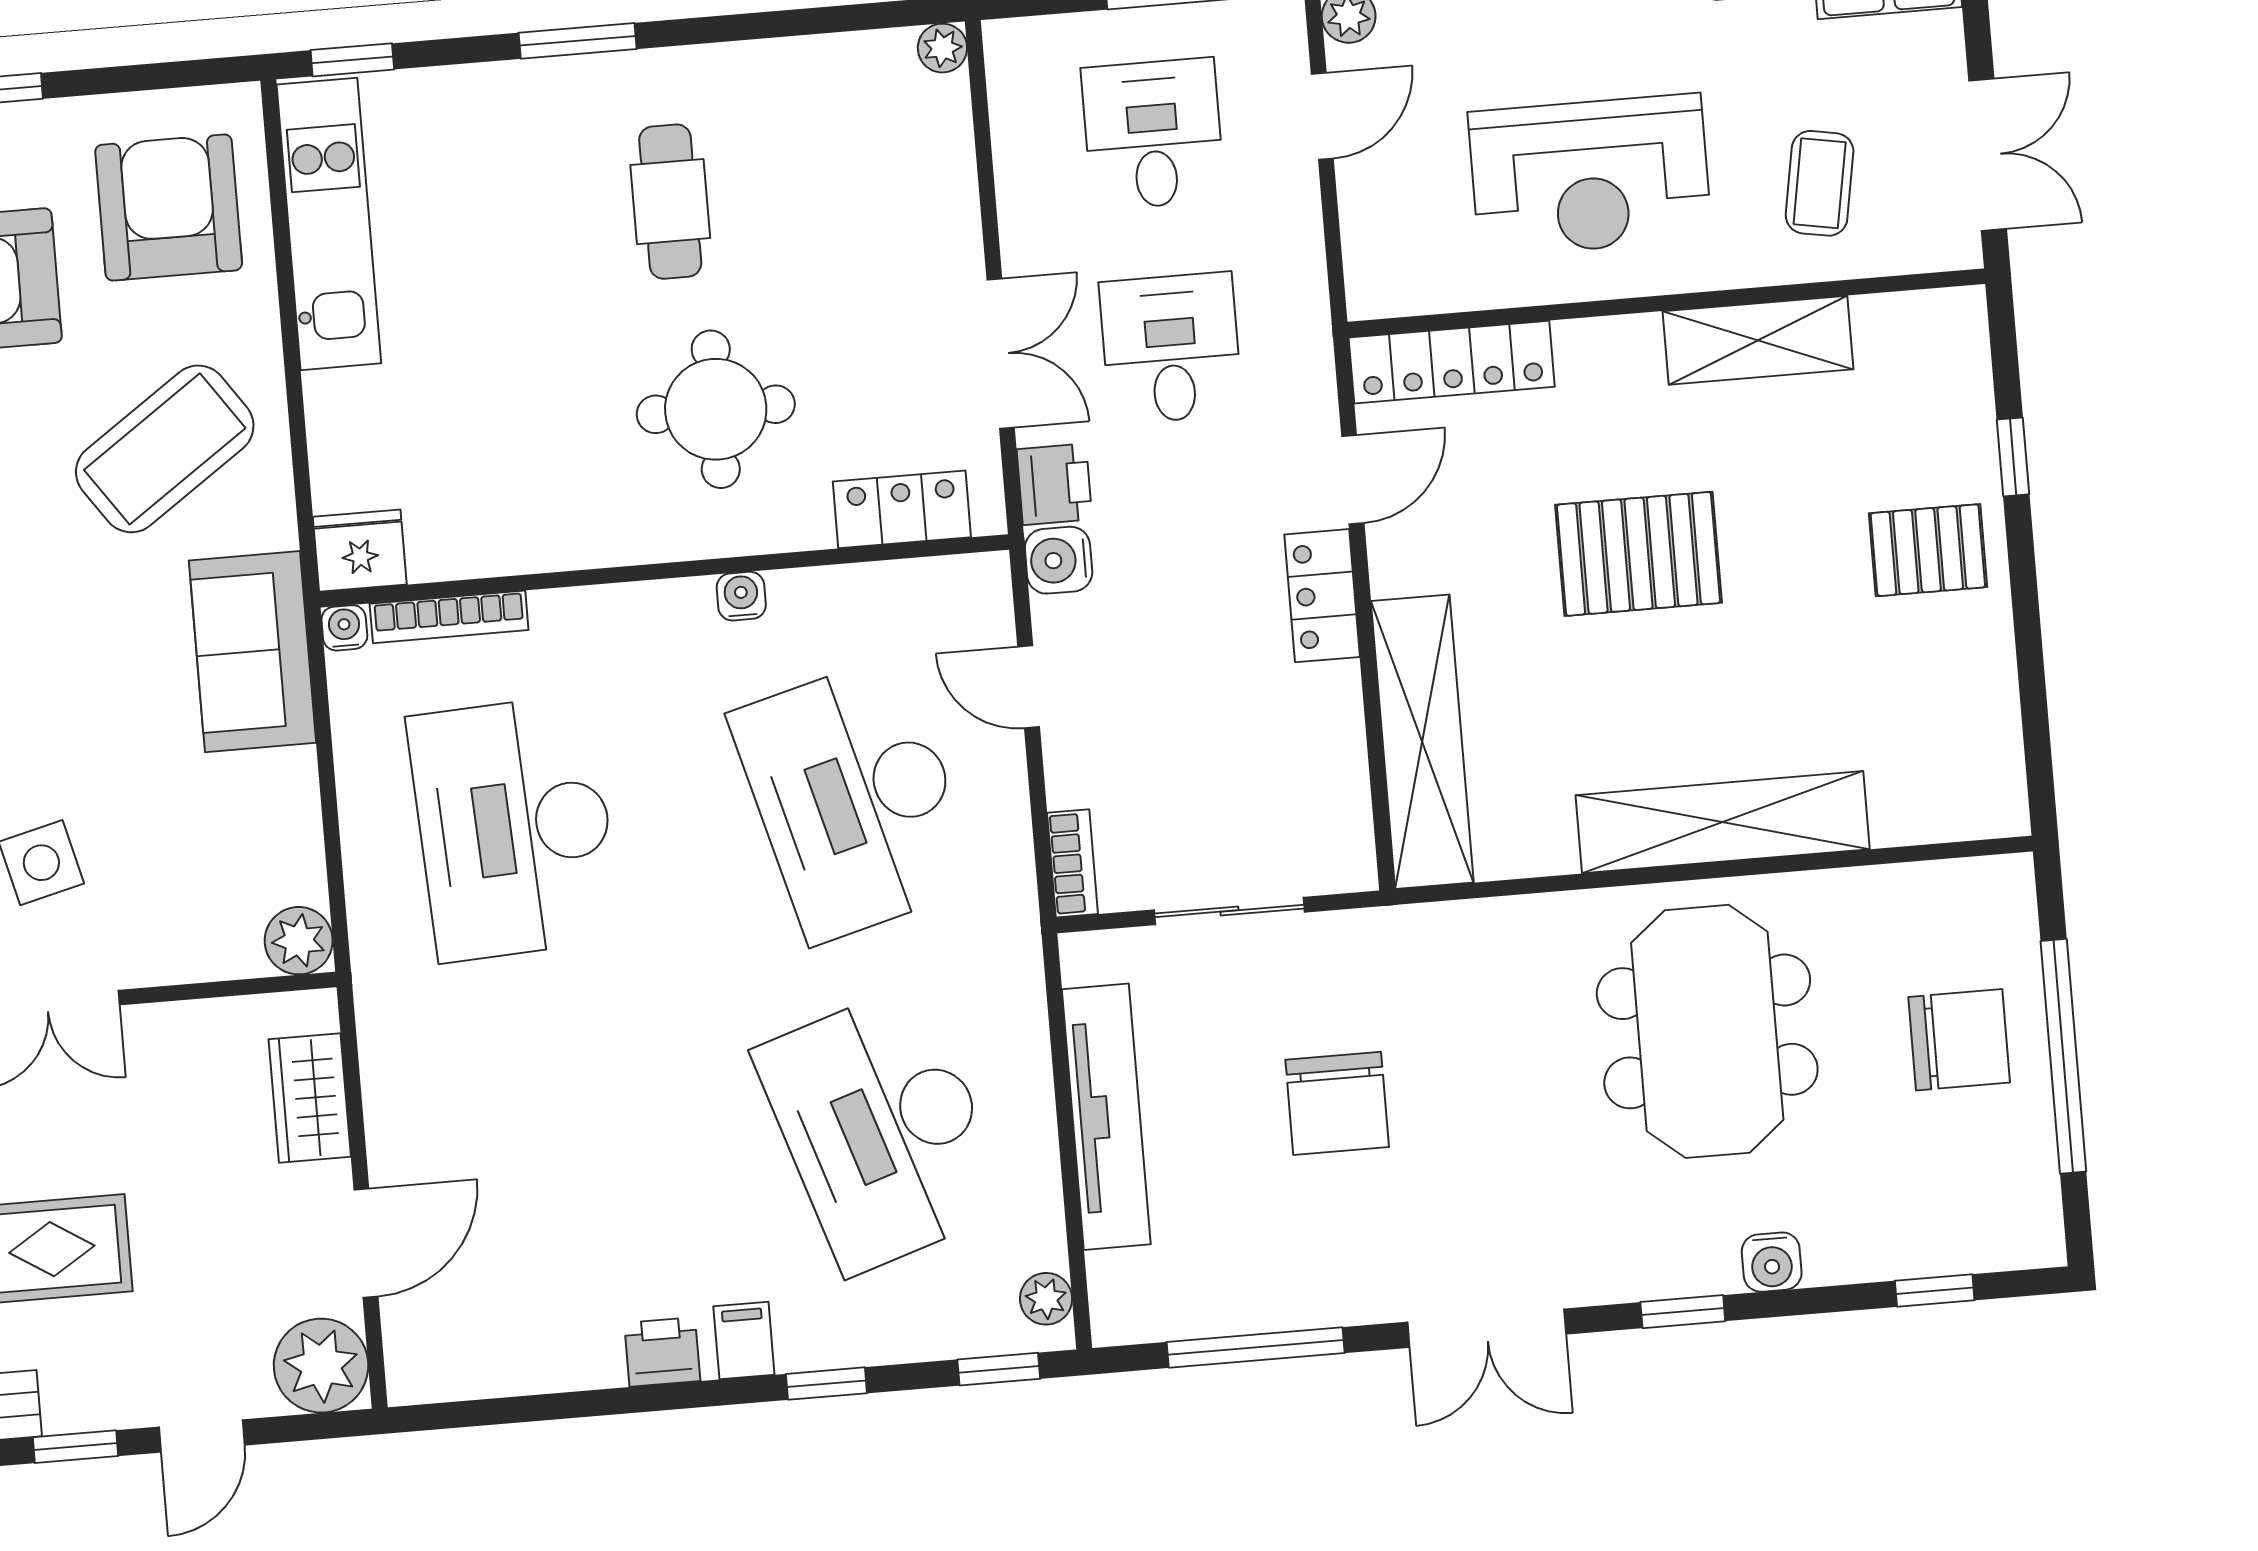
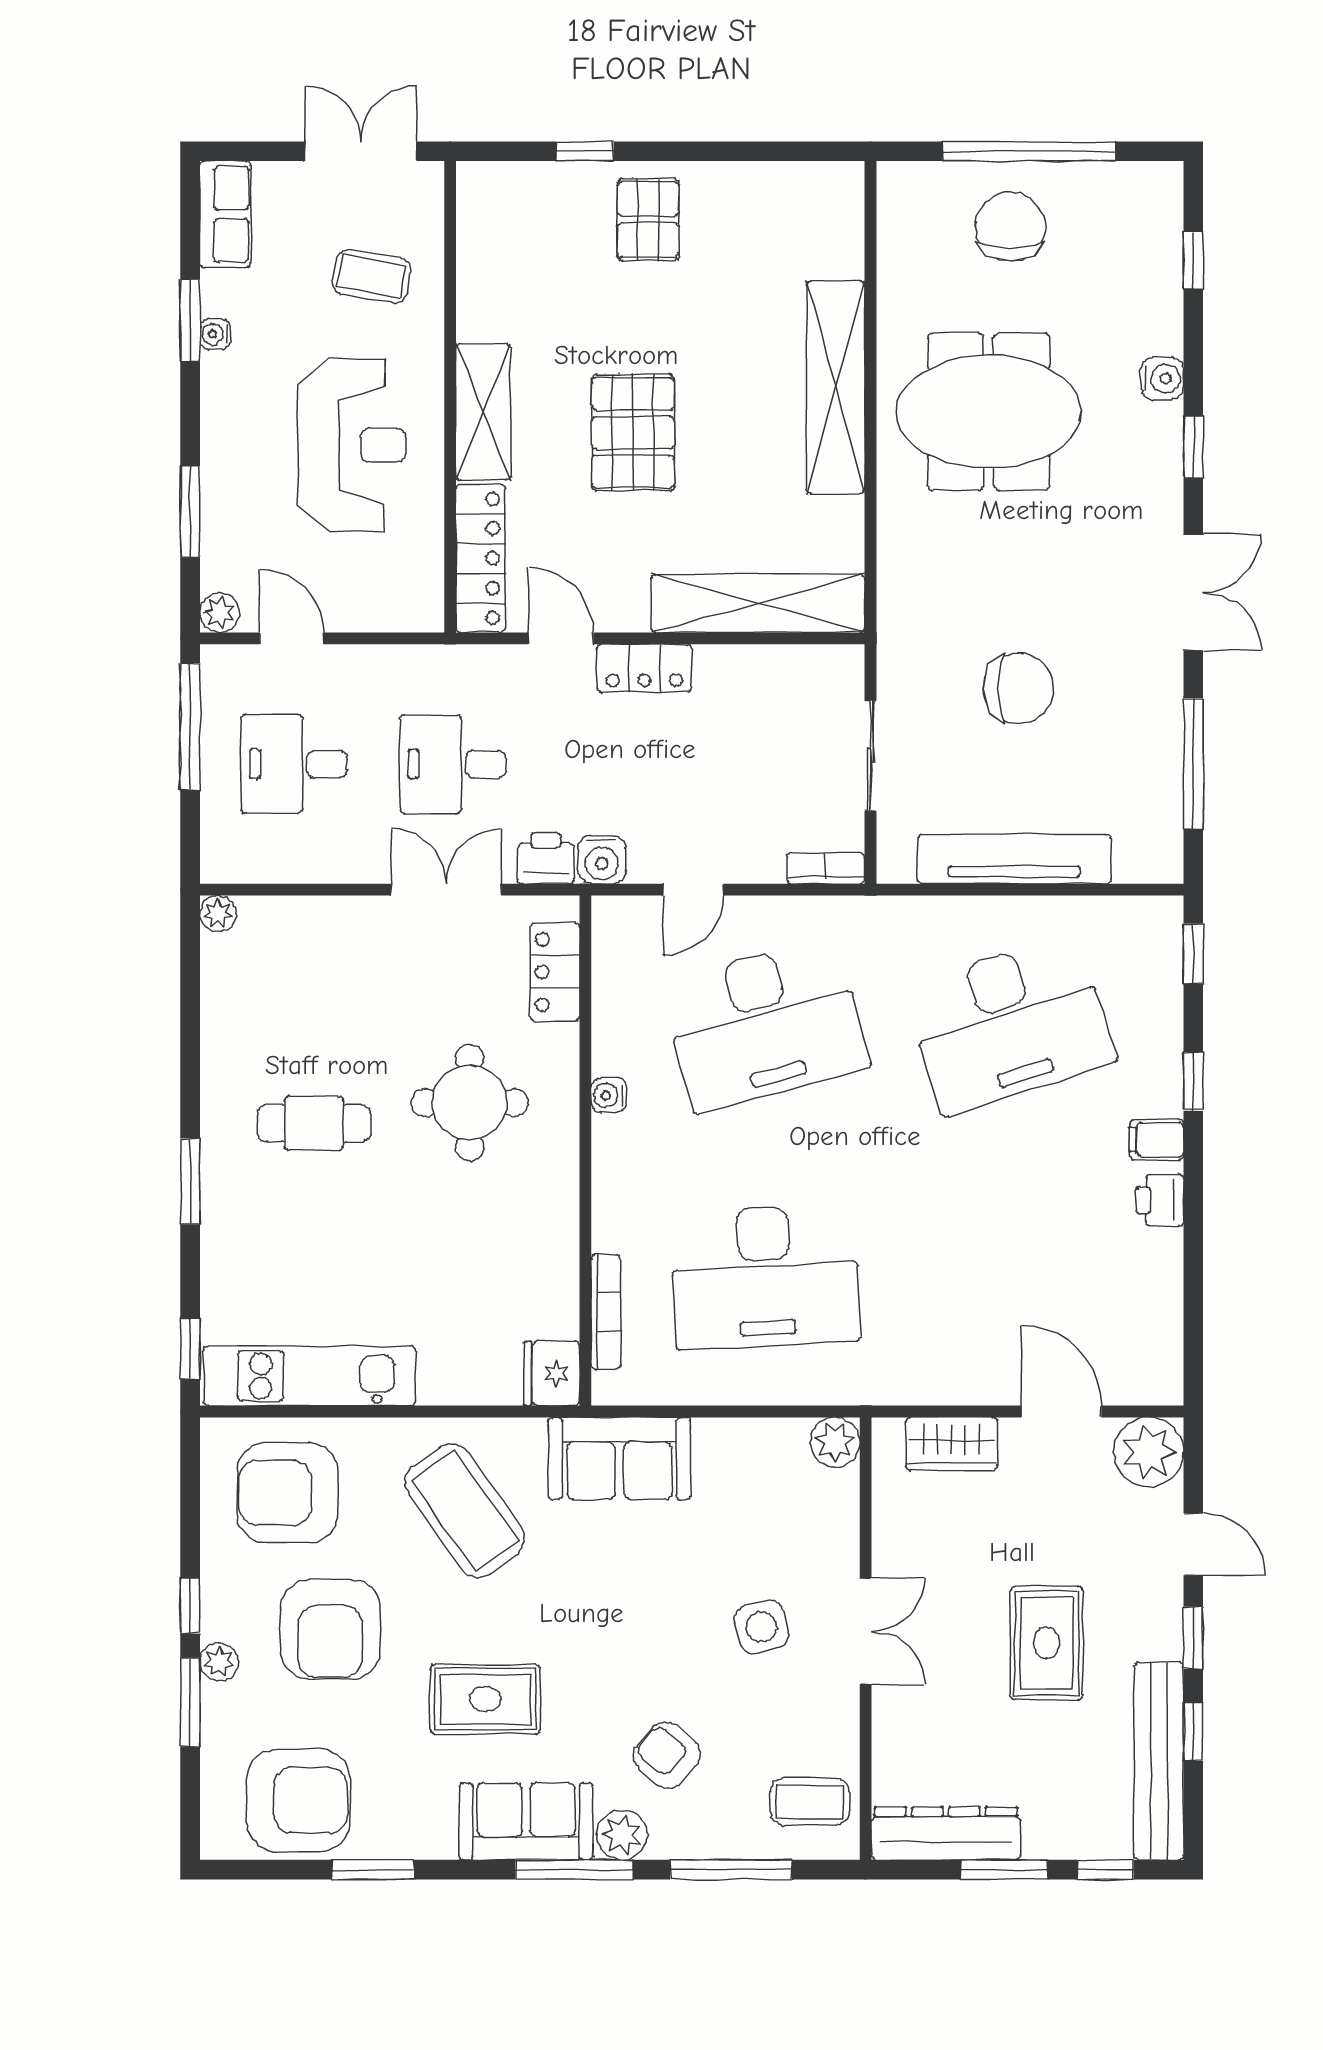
shelving: (1758, 340) -> (483, 412), moved
water cooler: (344, 628) -> (607, 1389), removed
plant: (1046, 1299) -> (1144, 915), removed

